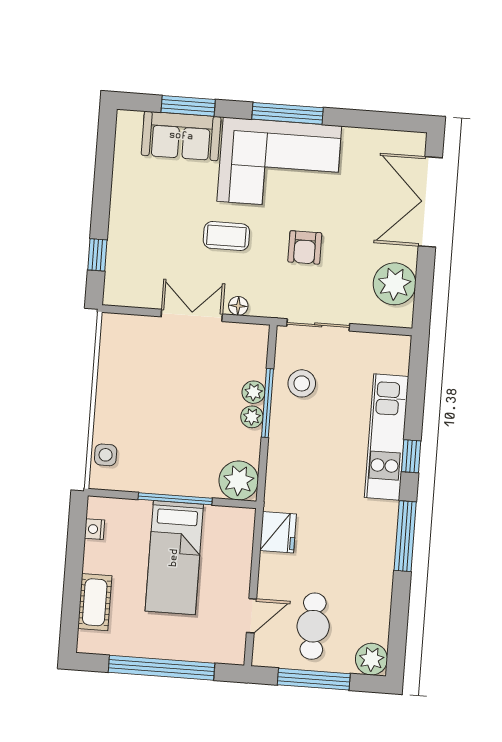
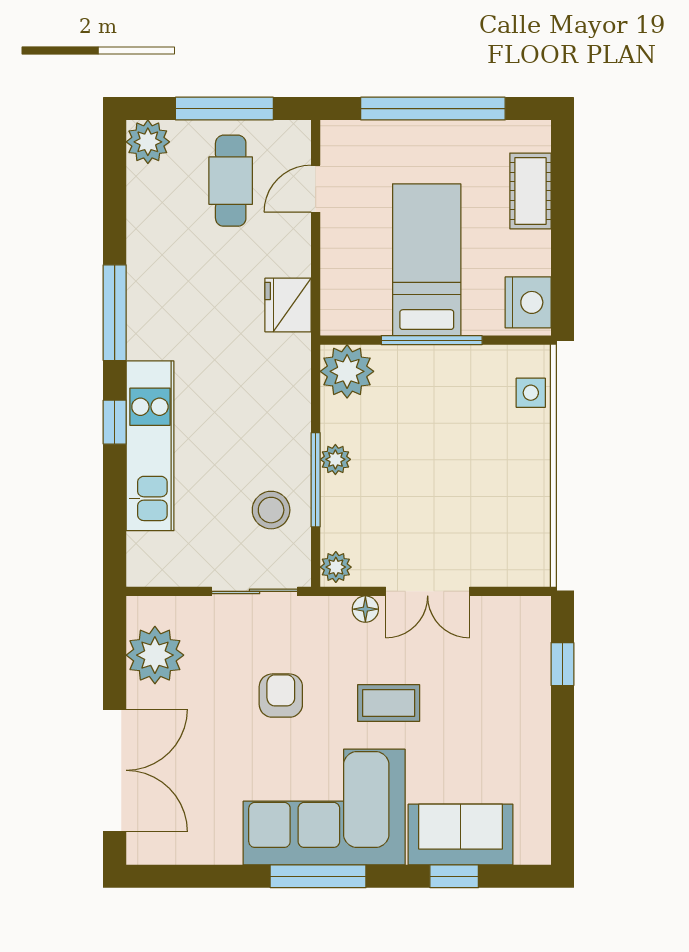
window: (188, 106) -> (454, 876), width x0.67
plant: (254, 392) -> (336, 567), moved
nightstand: (95, 529) -> (528, 302), width x1.89, depth x1.79

